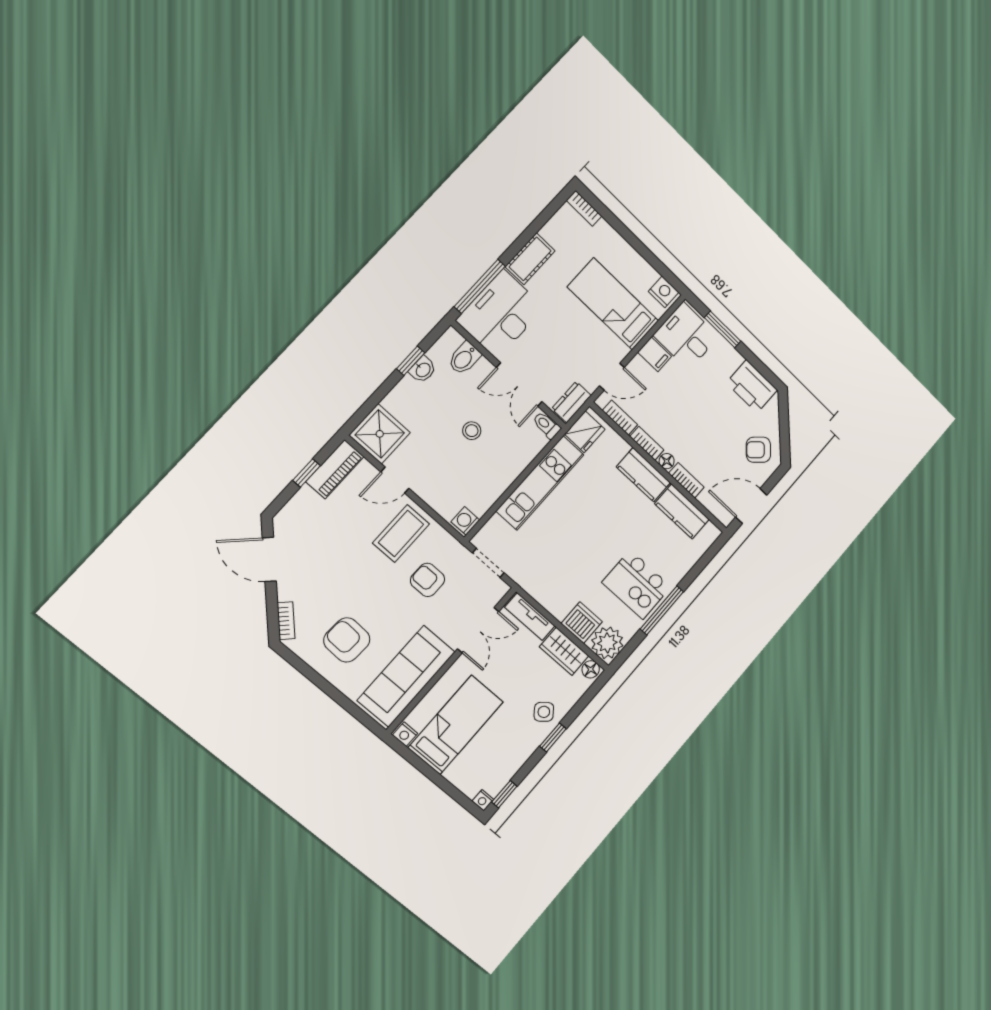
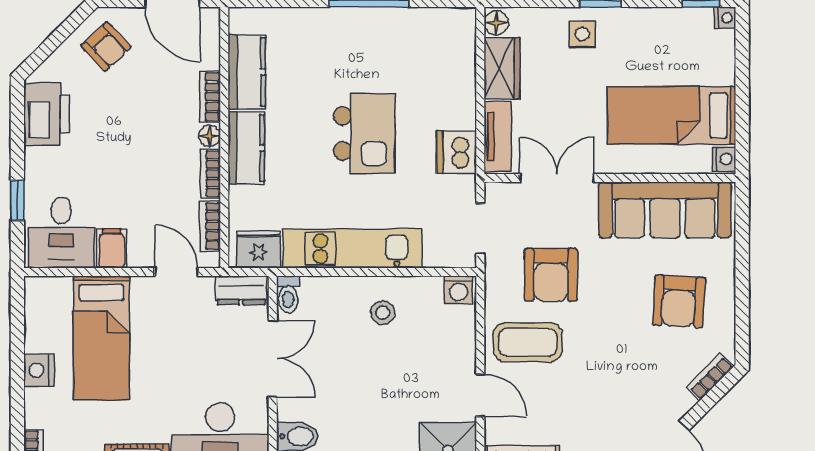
nightstand: (664, 292) -> (39, 370), moved
window: (723, 329) -> (17, 200), width x0.67
stool: (472, 431) -> (383, 313), moved
armchair: (427, 580) -> (551, 275), width x1.38, depth x1.38
kitchen island: (637, 585) -> (364, 134), moved
dishwasher: (582, 623) -> (456, 152), moved
plant: (607, 643) -> (454, 30), removed
side table: (544, 712) -> (582, 34), turned 38

